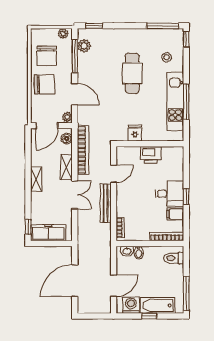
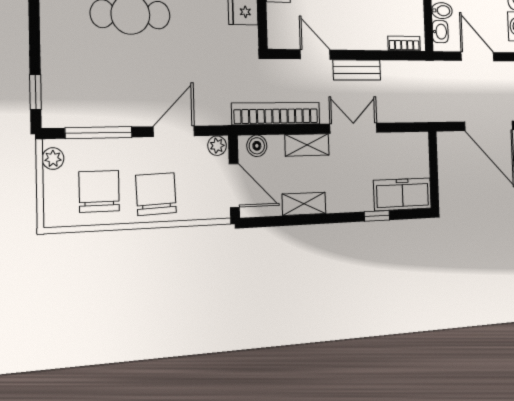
plant: (84, 46) -> (78, 114), removed
chair: (47, 56) -> (99, 191), turned -90
shelving: (36, 179) -> (304, 204), moved
bench: (106, 203) -> (357, 70), width x0.73
window: (28, 227) -> (377, 216), moved
freezer: (48, 233) -> (403, 194), moved, turned 90
door: (114, 286) -> (477, 56), moved

